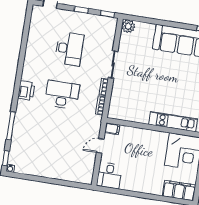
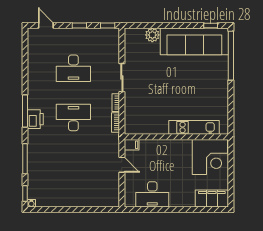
plant: (128, 26) -> (152, 35), moved
desk: (69, 49) -> (73, 68), turned 90
window: (18, 82) -> (25, 111), added
door: (100, 146) -> (122, 165), swing flipped
desk: (109, 175) -> (152, 194), moved, width x1.37

